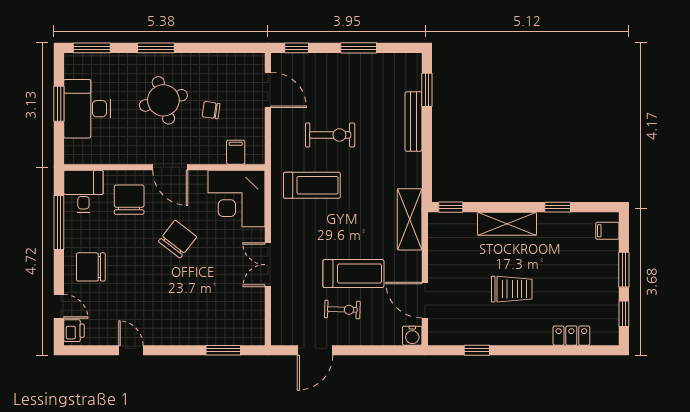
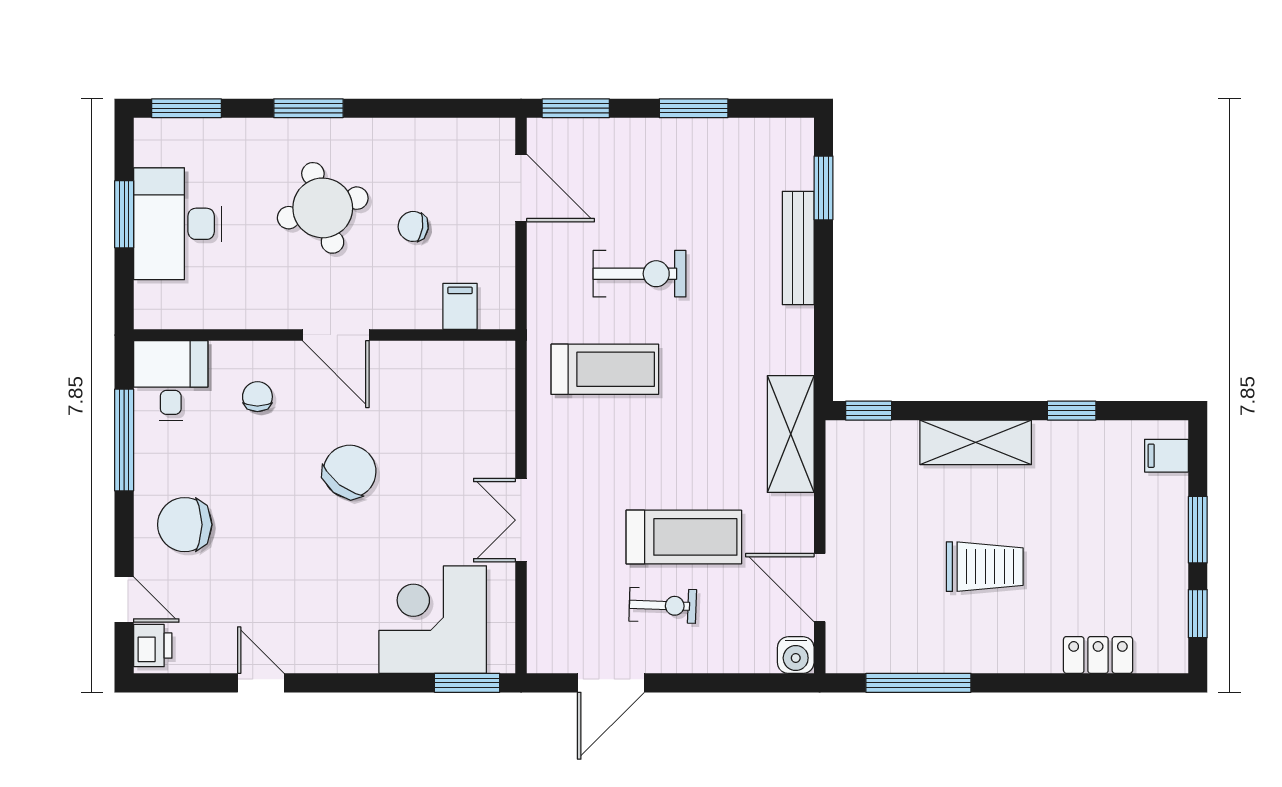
window: (297, 48) -> (576, 108), width x1.50
corner desk: (236, 199) -> (433, 620), moved, turned 90
chair: (129, 200) -> (257, 397), width x0.54, depth x0.54
window: (223, 350) -> (467, 683), moved
window: (477, 350) -> (918, 683), width x2.17

